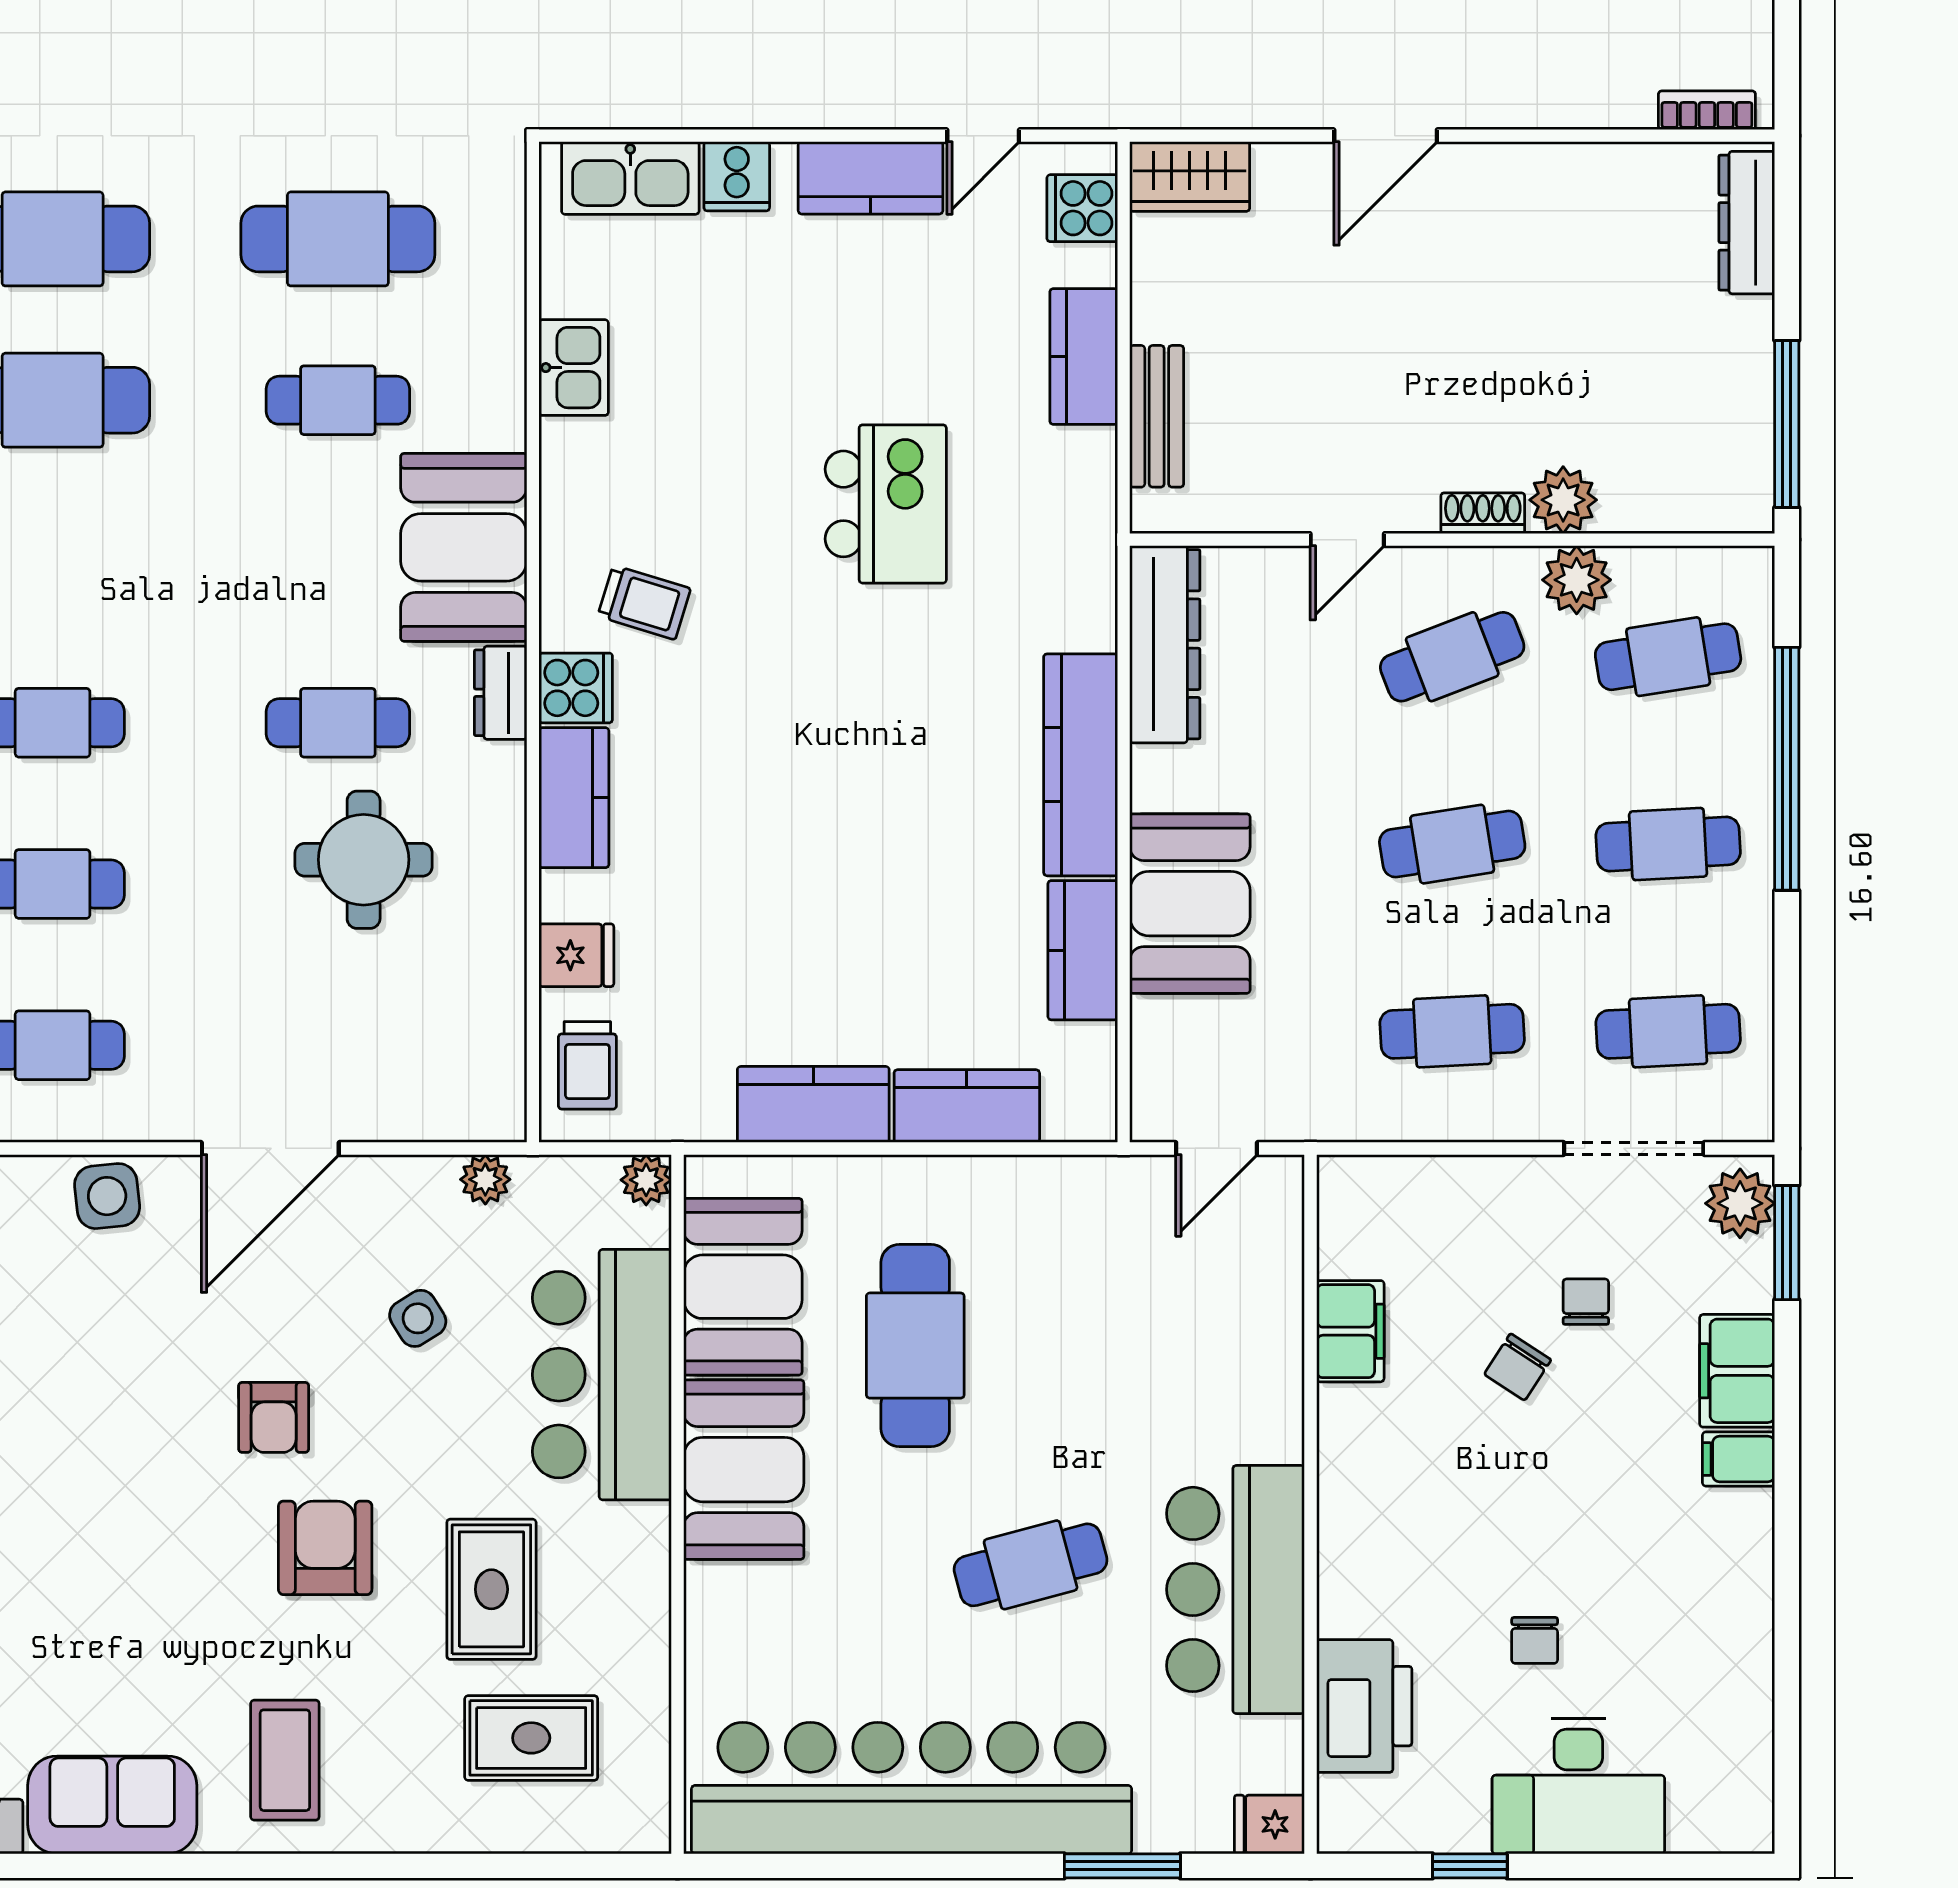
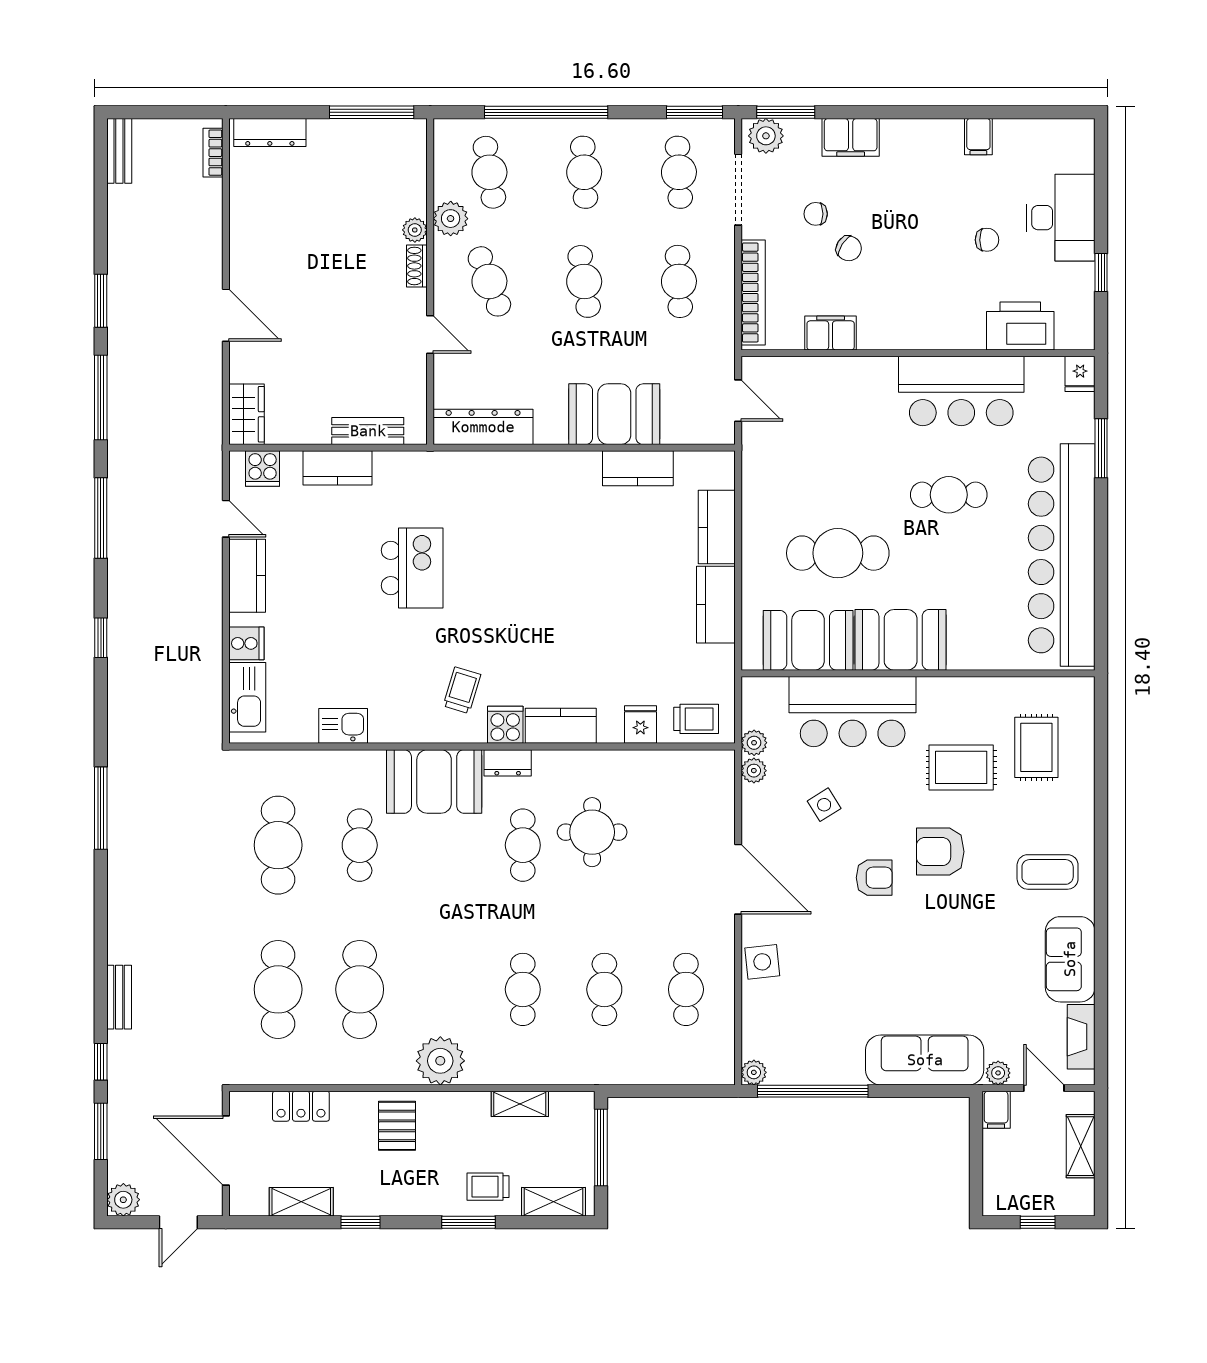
plant: (1563, 500) -> (415, 230), width x0.73, depth x0.73
kitchen island: (886, 504) -> (412, 568), turned 90
kitchen counter: (1081, 765) -> (544, 469), removed
window: (1787, 1062) -> (695, 112), added
bookcase: (1430, 1178) -> (753, 293), added
plant: (646, 1180) -> (754, 743), moved
filing cabinet: (1739, 1459) -> (978, 137), moved
cafe table: (1031, 1565) -> (949, 495), turned -75

